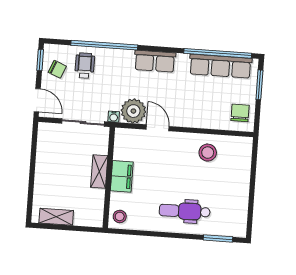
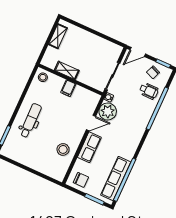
row of seats: (155, 61) -> (89, 147), moved, turned 180
shelving: (99, 171) -> (67, 70), moved
filing cabinet: (122, 176) -> (68, 88), width x0.50

